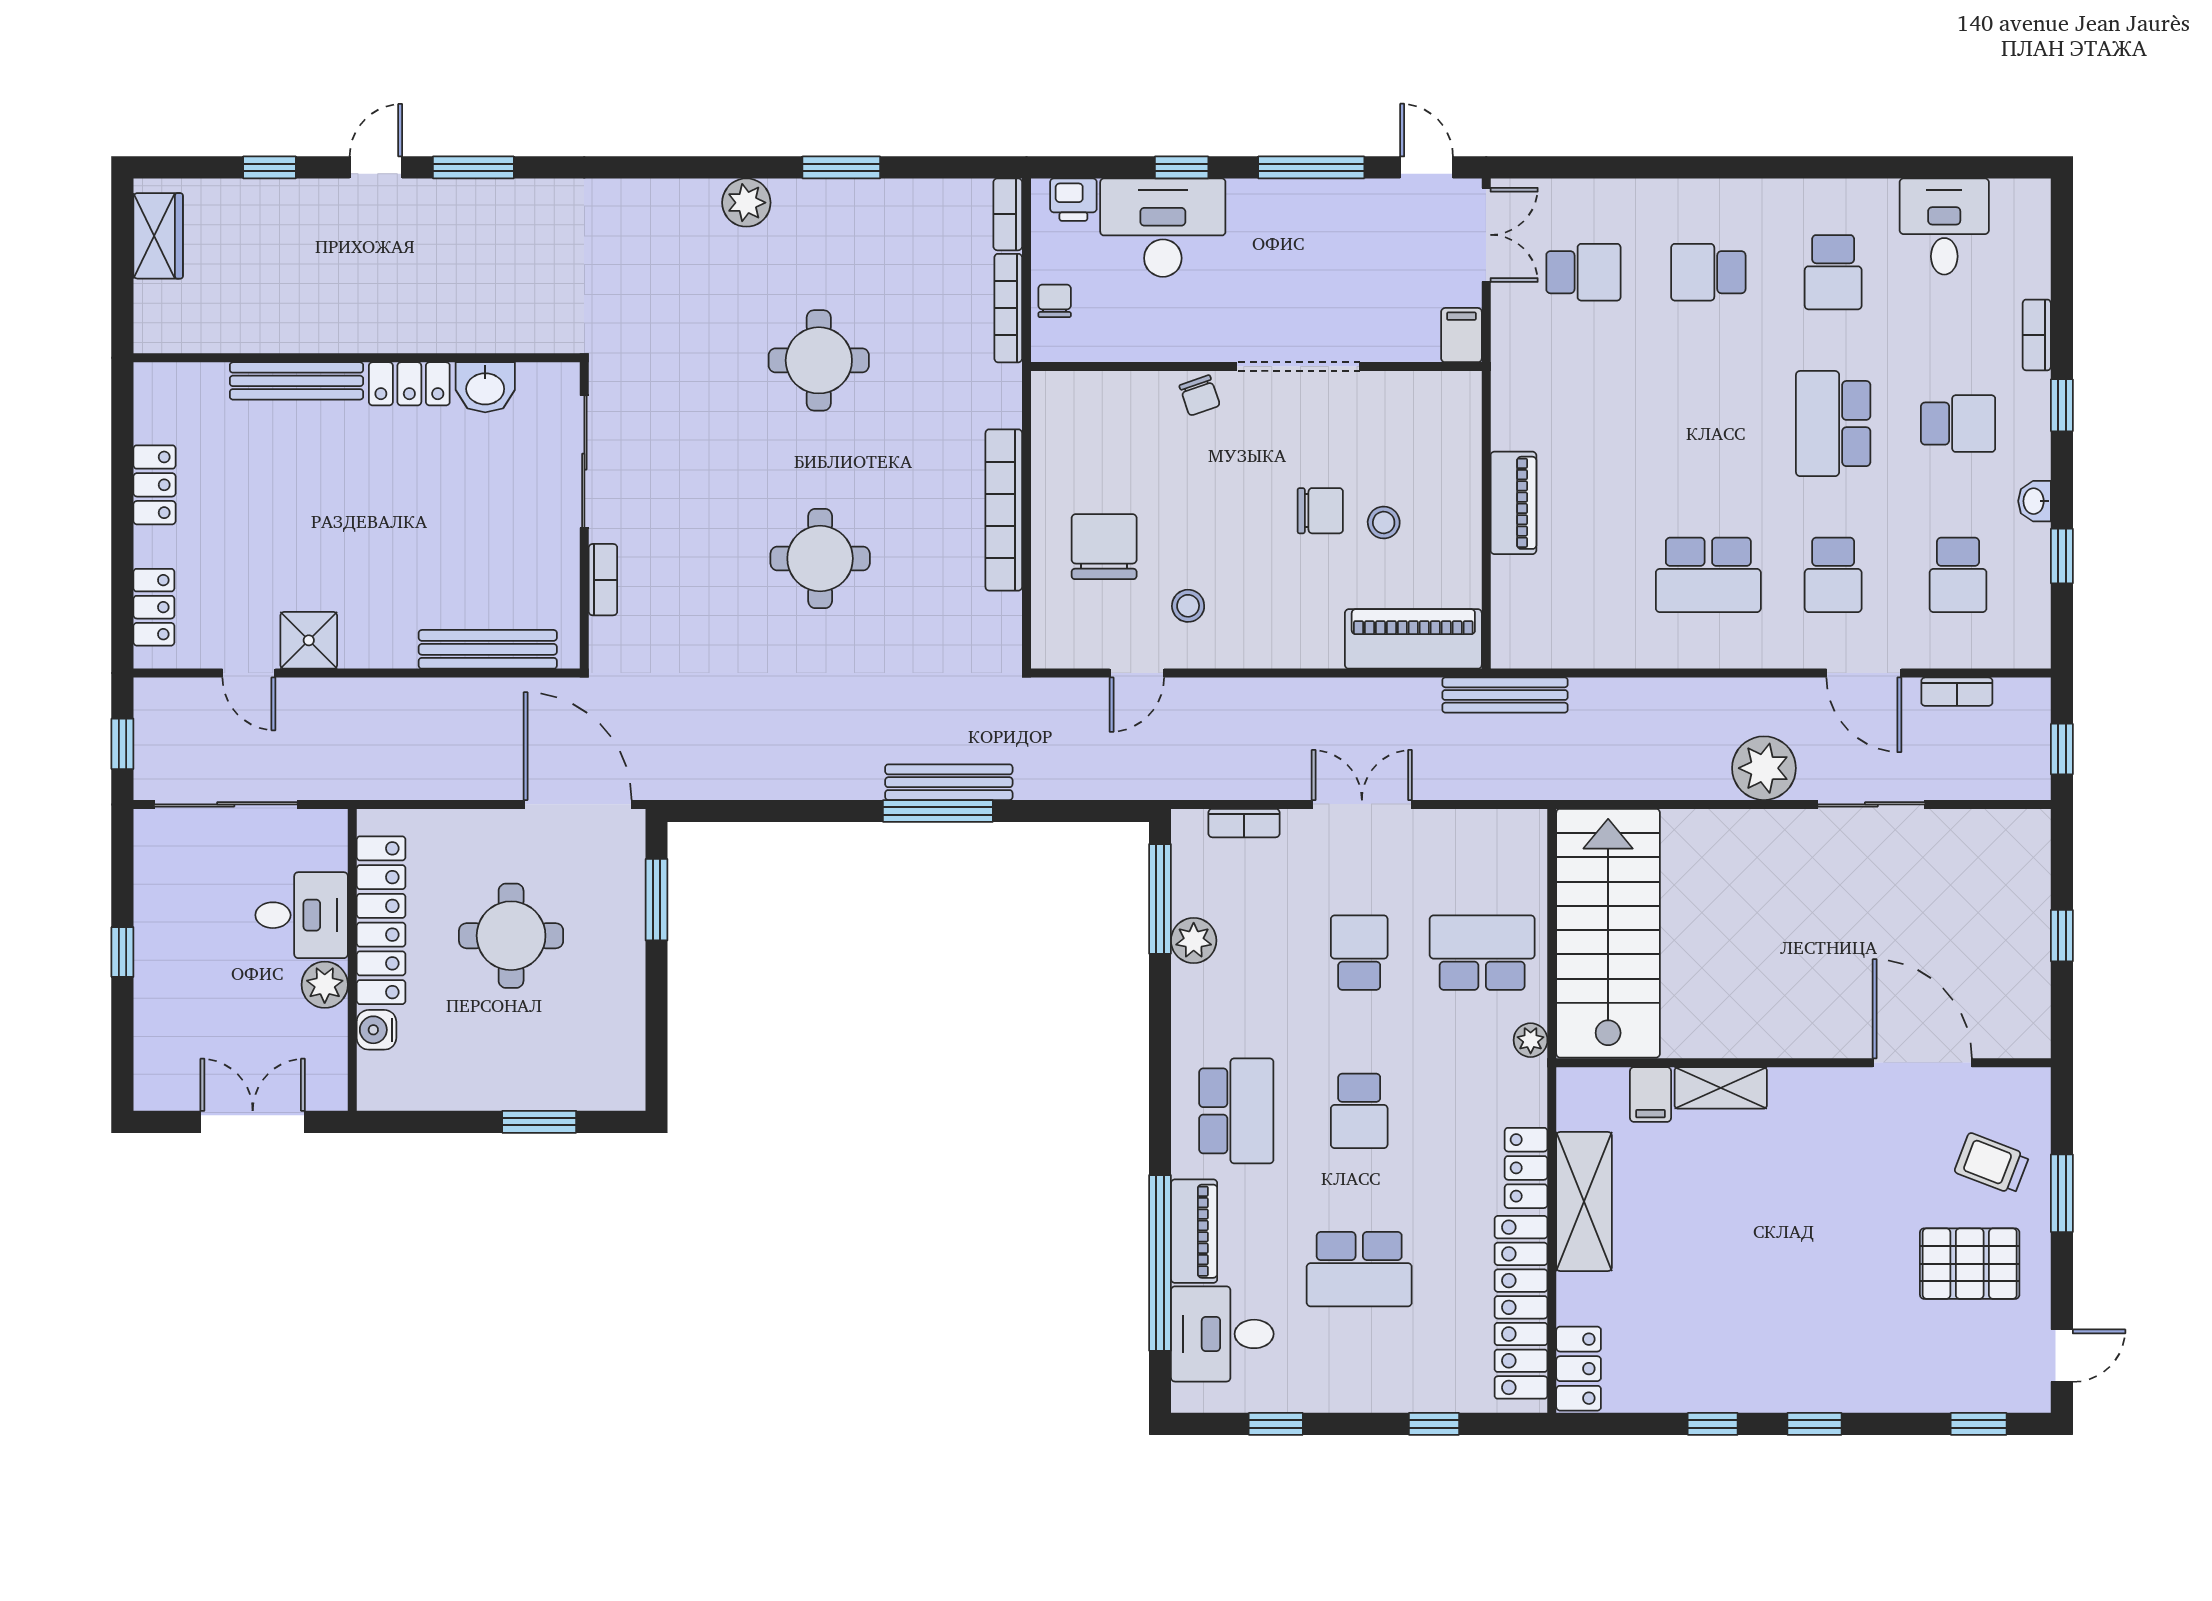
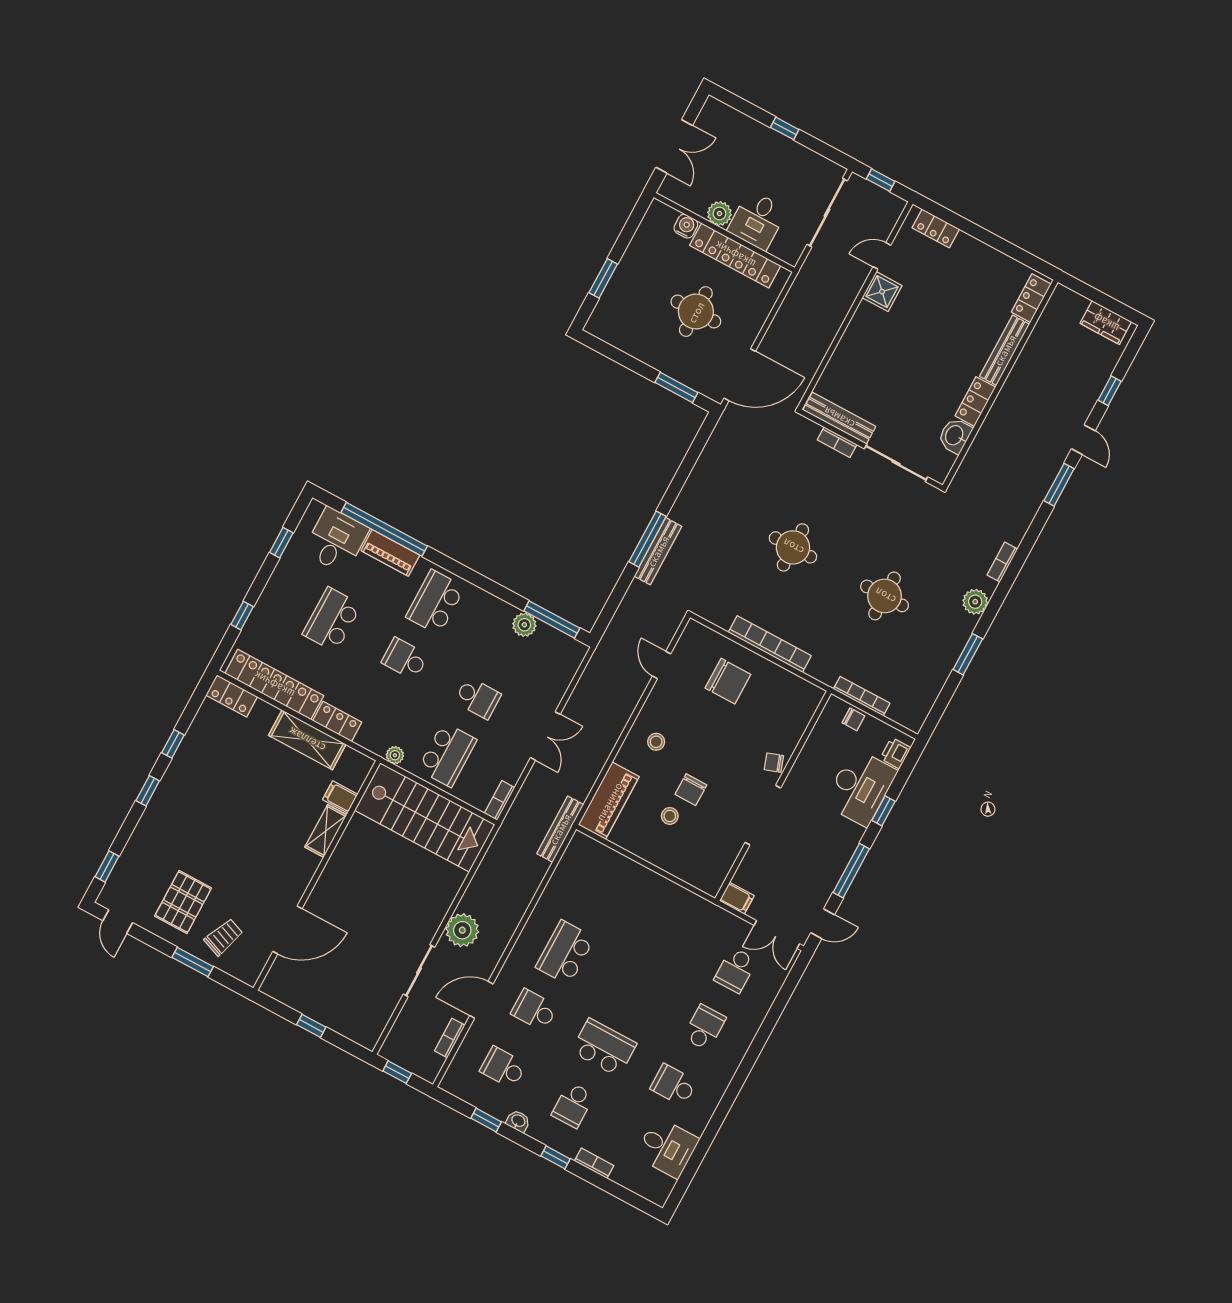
bookcase: (1008, 214) -> (1002, 562), moved, turned -90
locker: (154, 485) -> (1031, 298), moved, turned 90
piano: (1513, 503) -> (647, 881), removed
stool: (1188, 606) -> (656, 742), moved
bench: (488, 649) -> (839, 418), moved, turned 90
bookcase: (1244, 823) -> (500, 800), moved
school desk: (1236, 1111) -> (435, 602), turned 90

